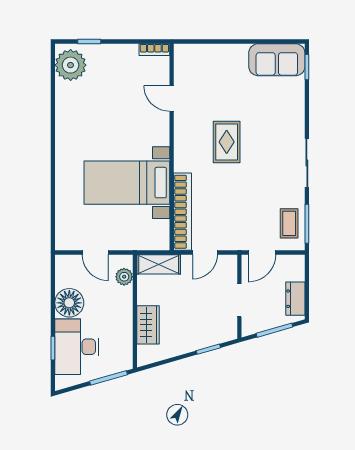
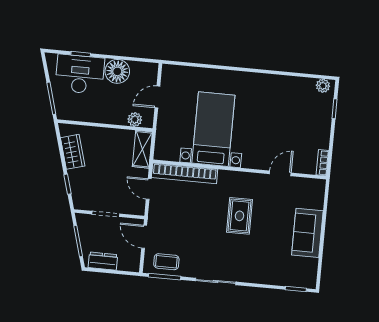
sofa: (277, 60) -> (307, 233), moved
plant: (71, 65) -> (323, 86), width x0.53, depth x0.53
rug: (227, 142) -> (239, 216), turned 90
wardrobe: (148, 325) -> (73, 152), moved, turned -106

